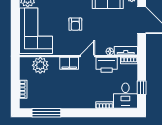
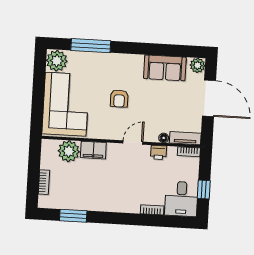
filing cabinet: (69, 63) -> (93, 150), moved
printer: (107, 65) -> (159, 152), width x0.53, depth x0.68
window: (46, 113) -> (73, 216), width x0.69

